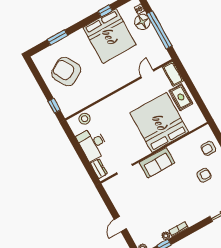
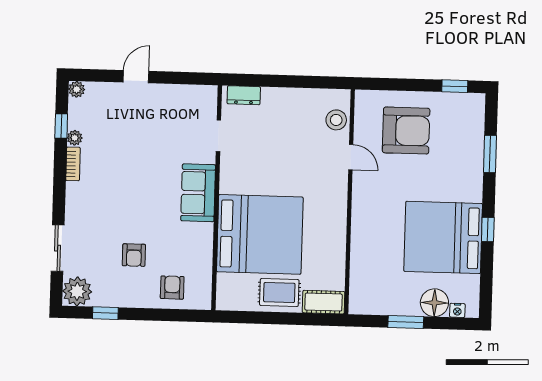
window: (105, 11) -> (488, 229), moved
window: (159, 30) -> (406, 322), width x0.47
armchair: (66, 72) -> (406, 131), moved, turned 30
door: (147, 74) -> (351, 157), moved
window: (54, 106) -> (455, 86), moved
desk: (93, 144) -> (289, 109), removed
door: (120, 224) -> (136, 77), hinge flipped

